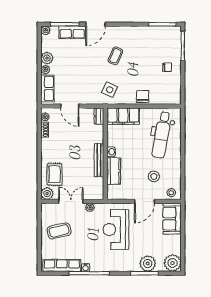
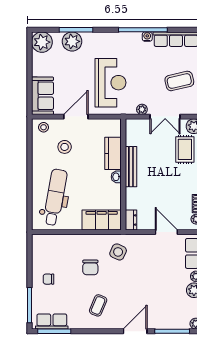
row of seats: (72, 32) -> (52, 322), moved
coffee table: (115, 56) -> (98, 305), moved
chair: (143, 96) -> (90, 267), moved

